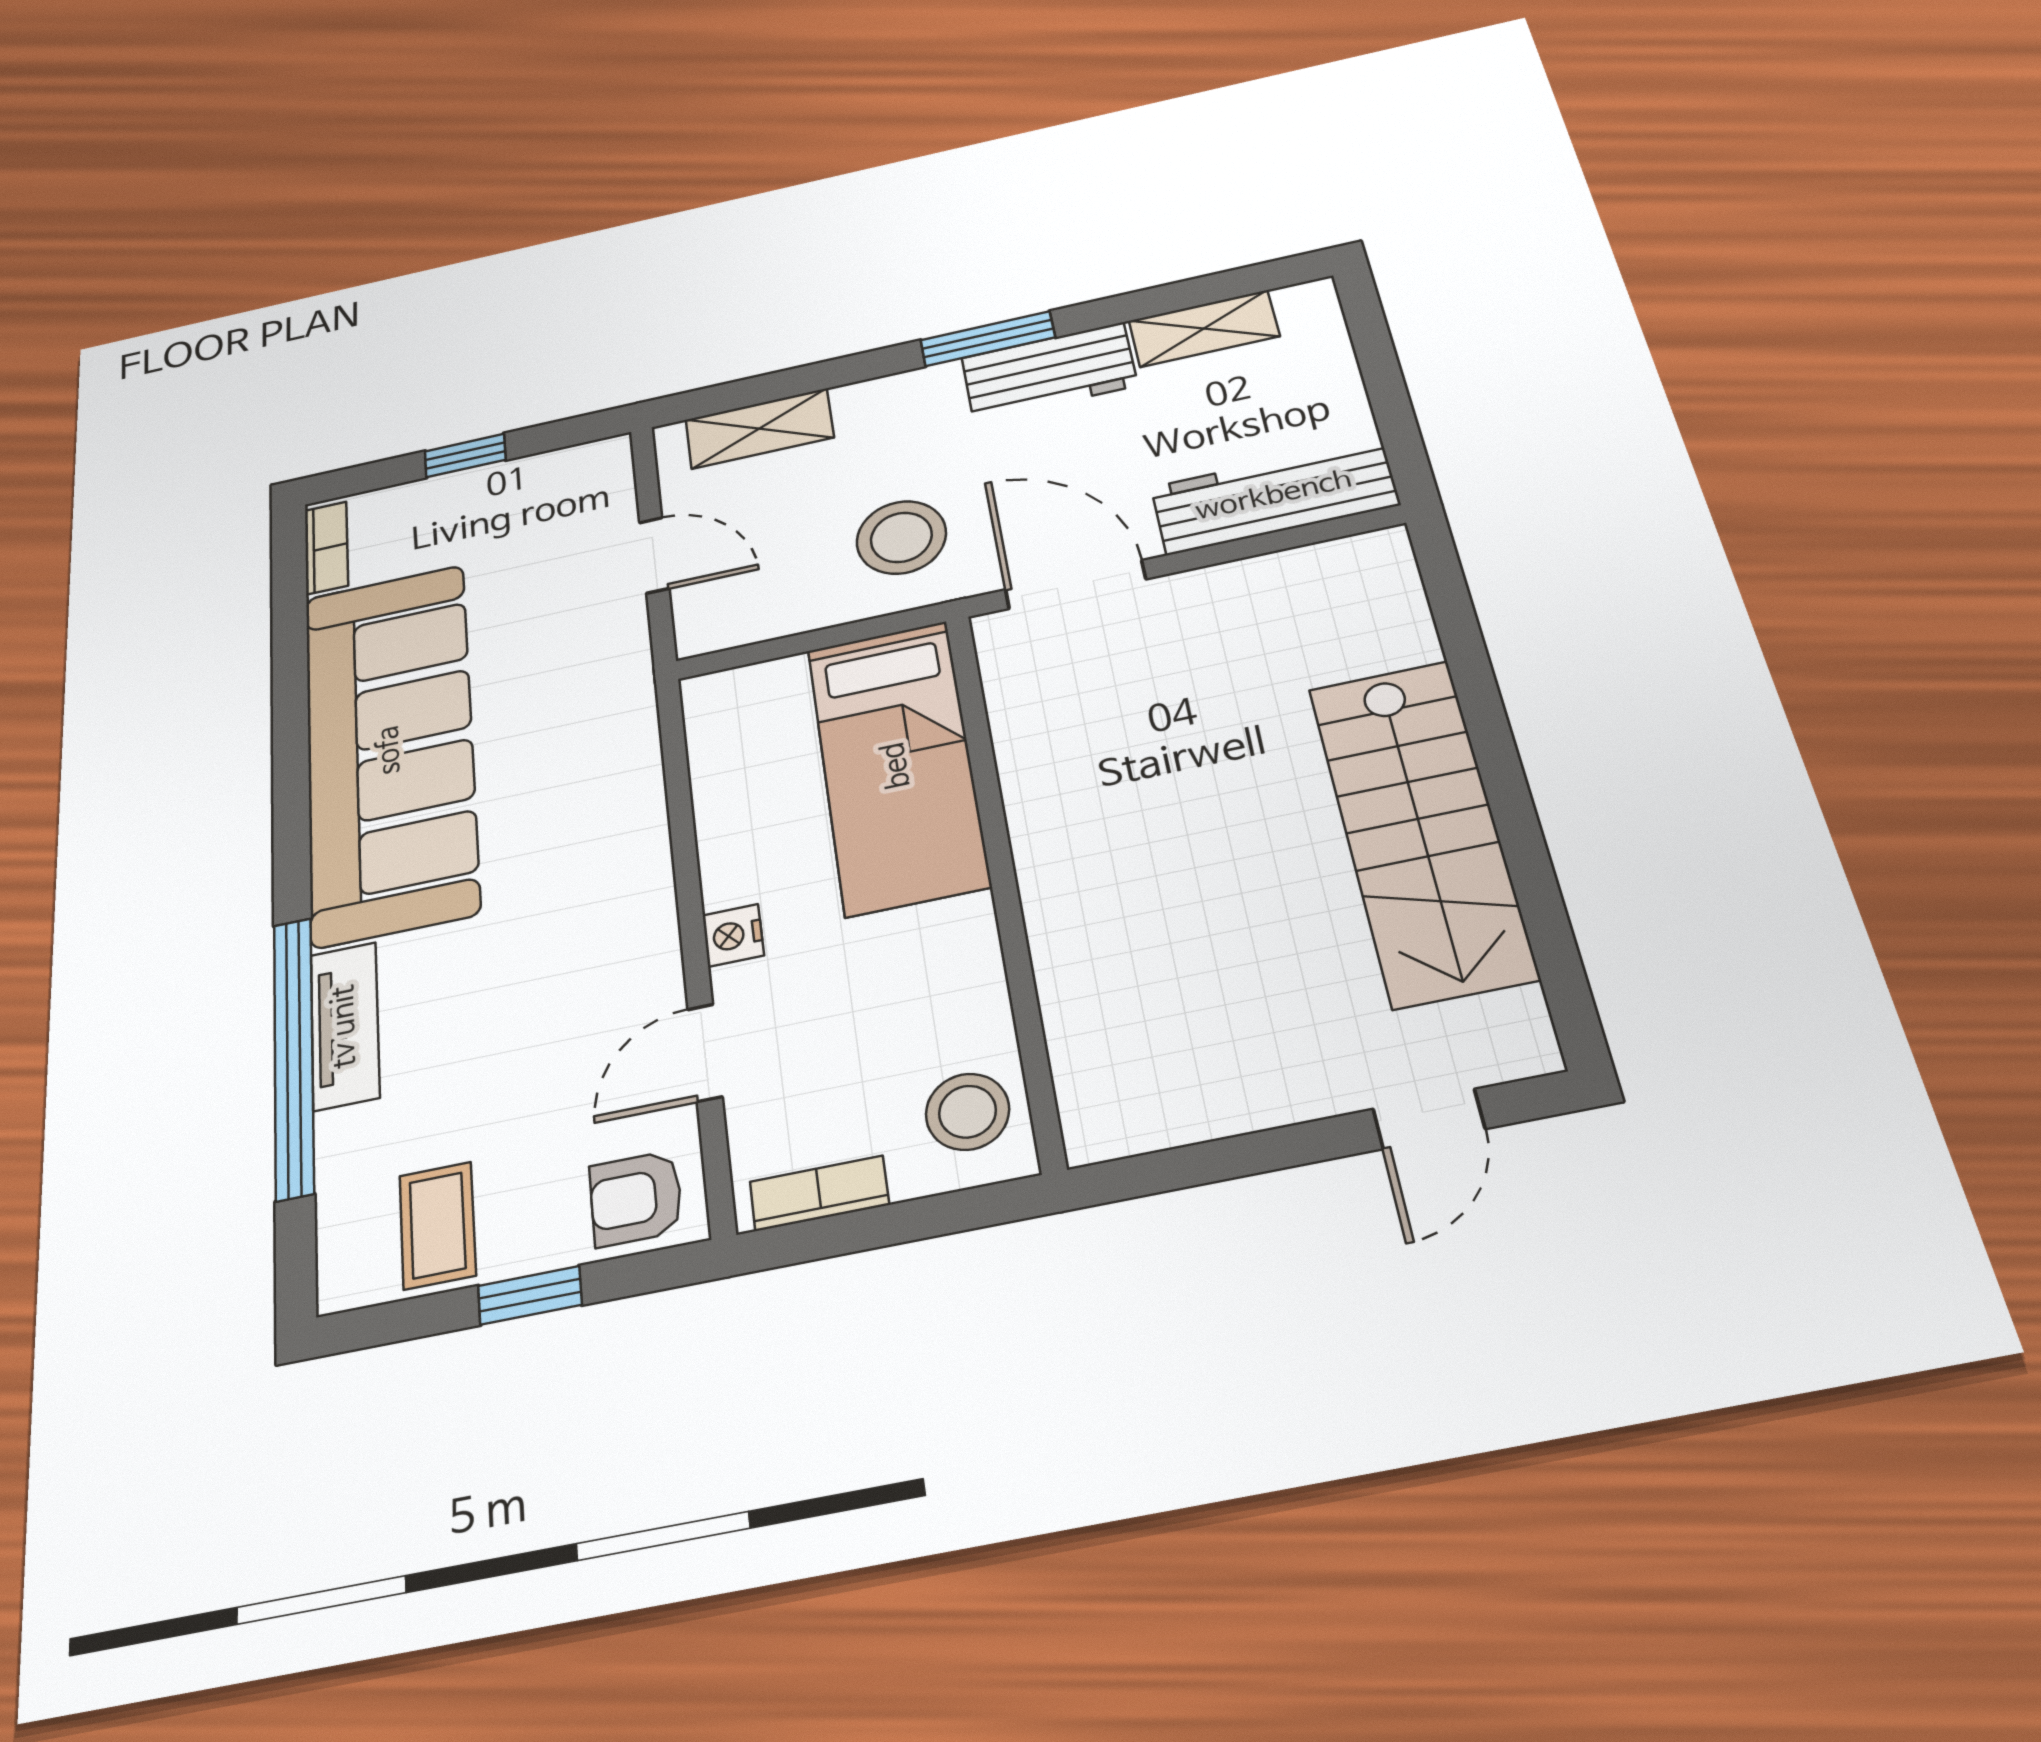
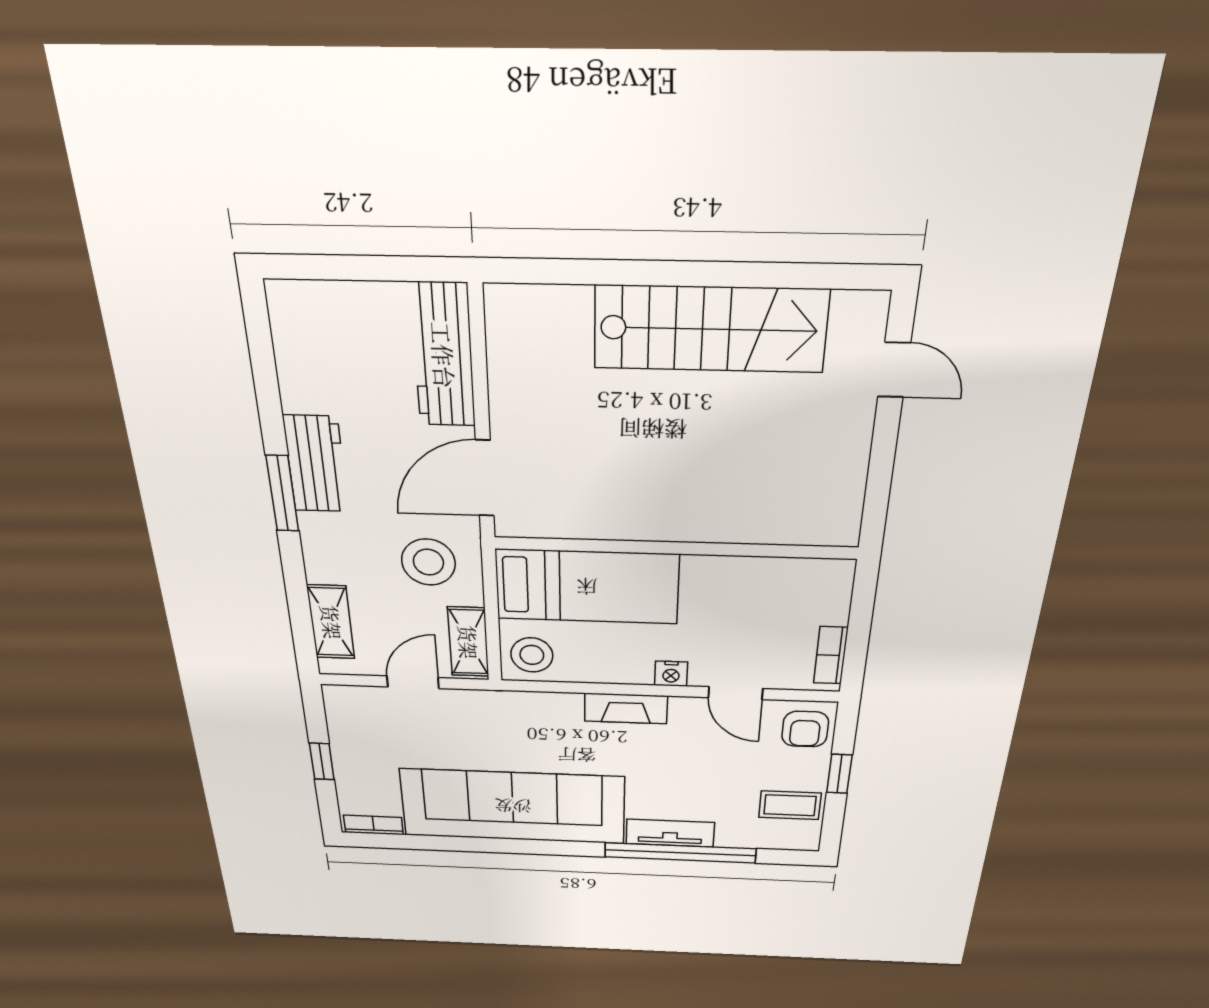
shelving: (1204, 328) -> (468, 642), moved
fireplace: (643, 881) -> (626, 709), added
stool: (967, 1112) -> (532, 655), moved

